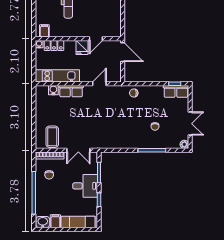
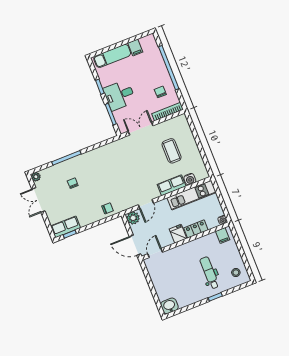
door: (96, 39) -> (155, 253), moved
locker: (54, 45) -> (196, 229), moved
plant: (115, 76) -> (133, 218), added
coffee table: (52, 137) -> (172, 151), moved
washbasin: (43, 222) -> (148, 42), removed

